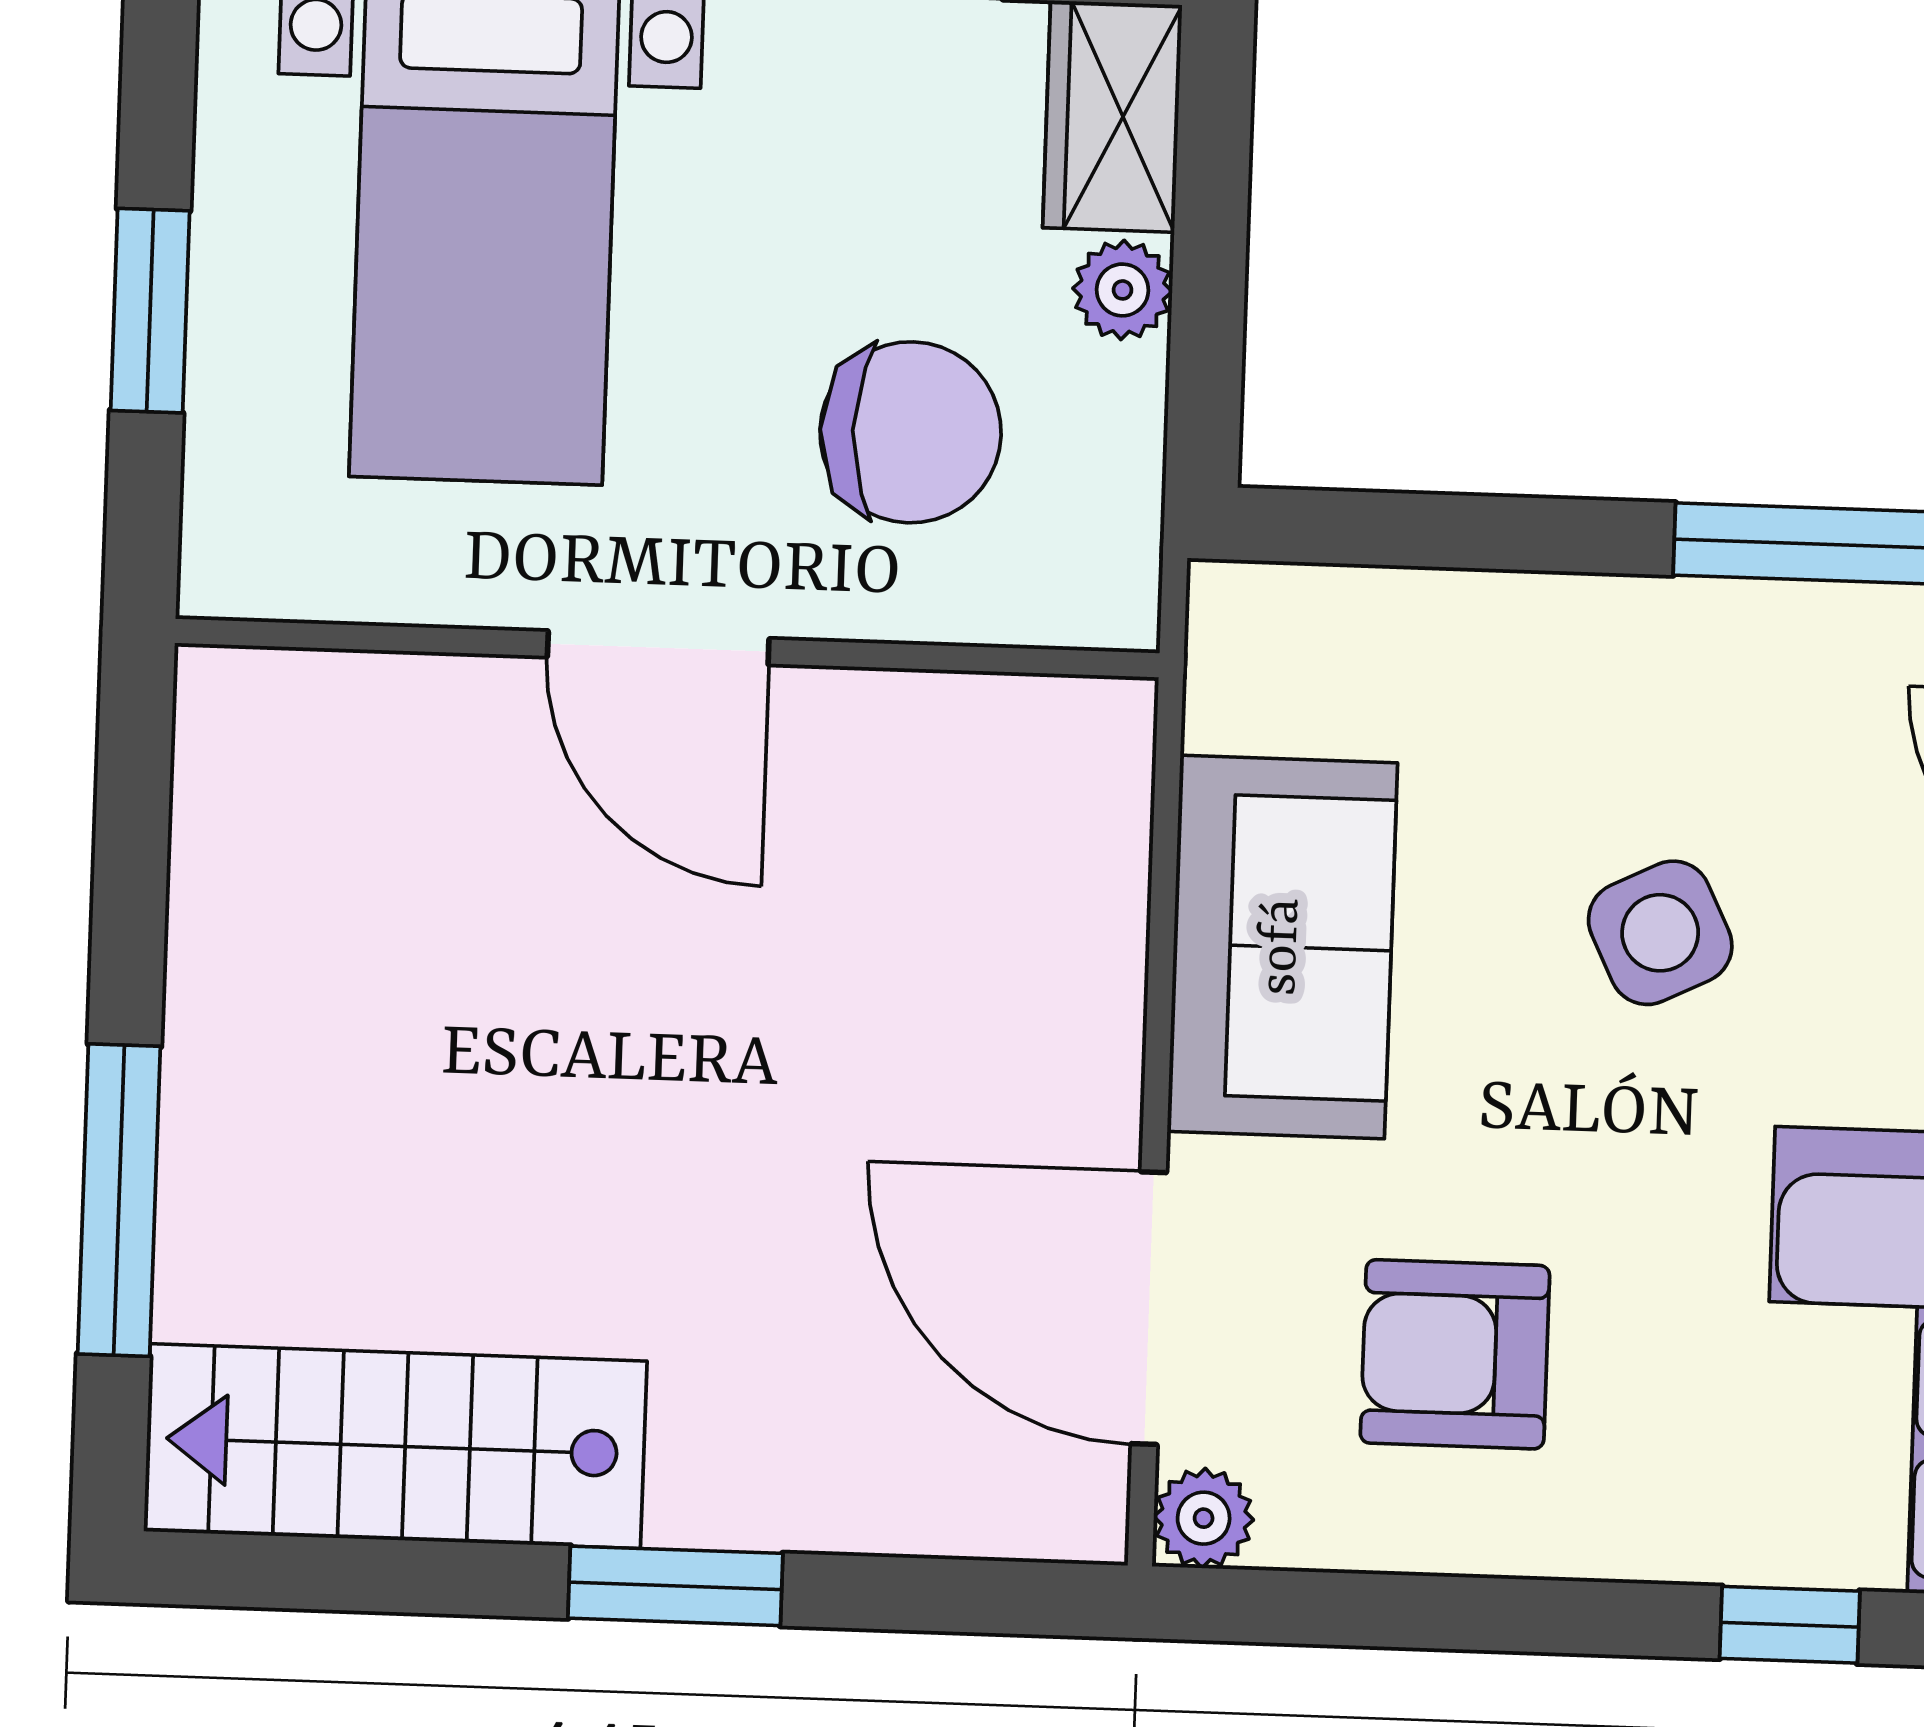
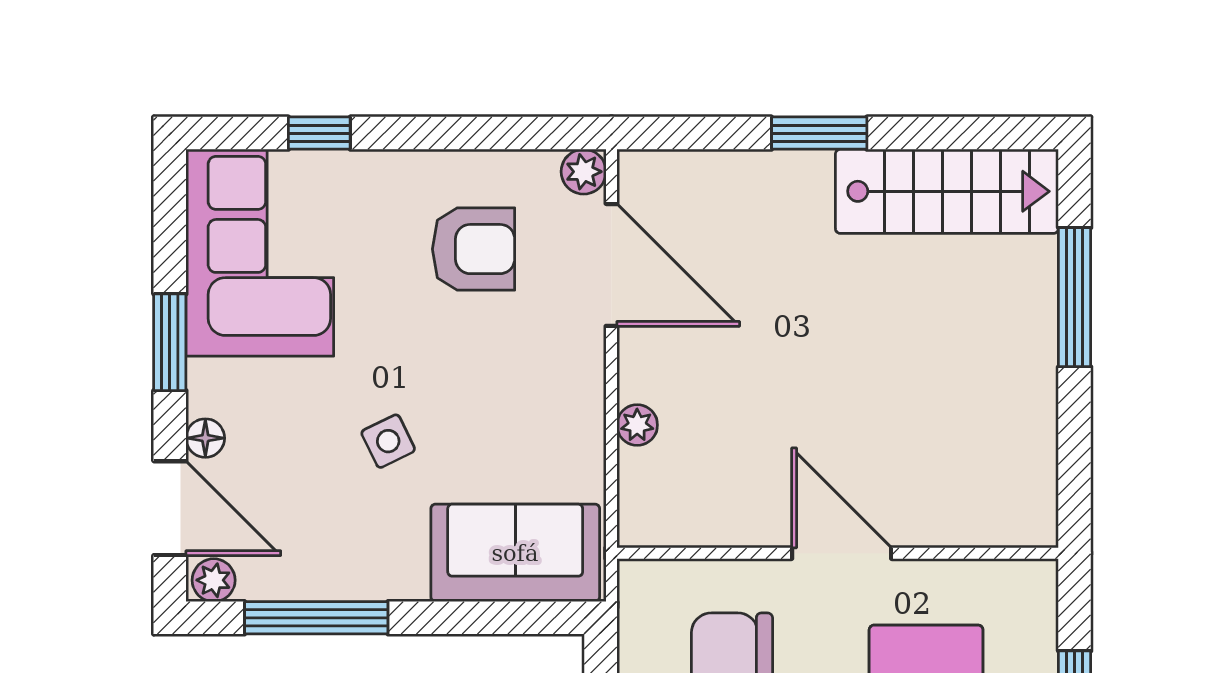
side table: (1660, 933) -> (388, 441), width x0.73, depth x0.73
sofa: (1282, 947) -> (515, 553), moved, turned 90
plant: (1104, 949) -> (637, 425), added

